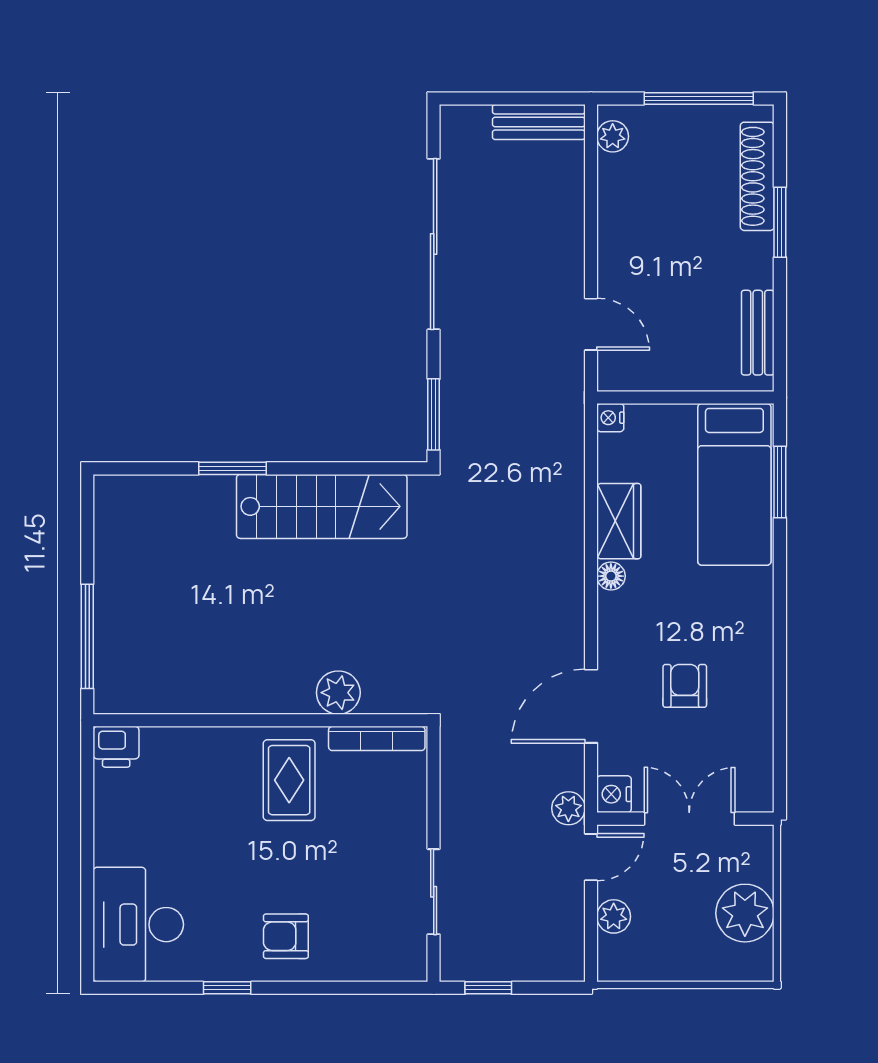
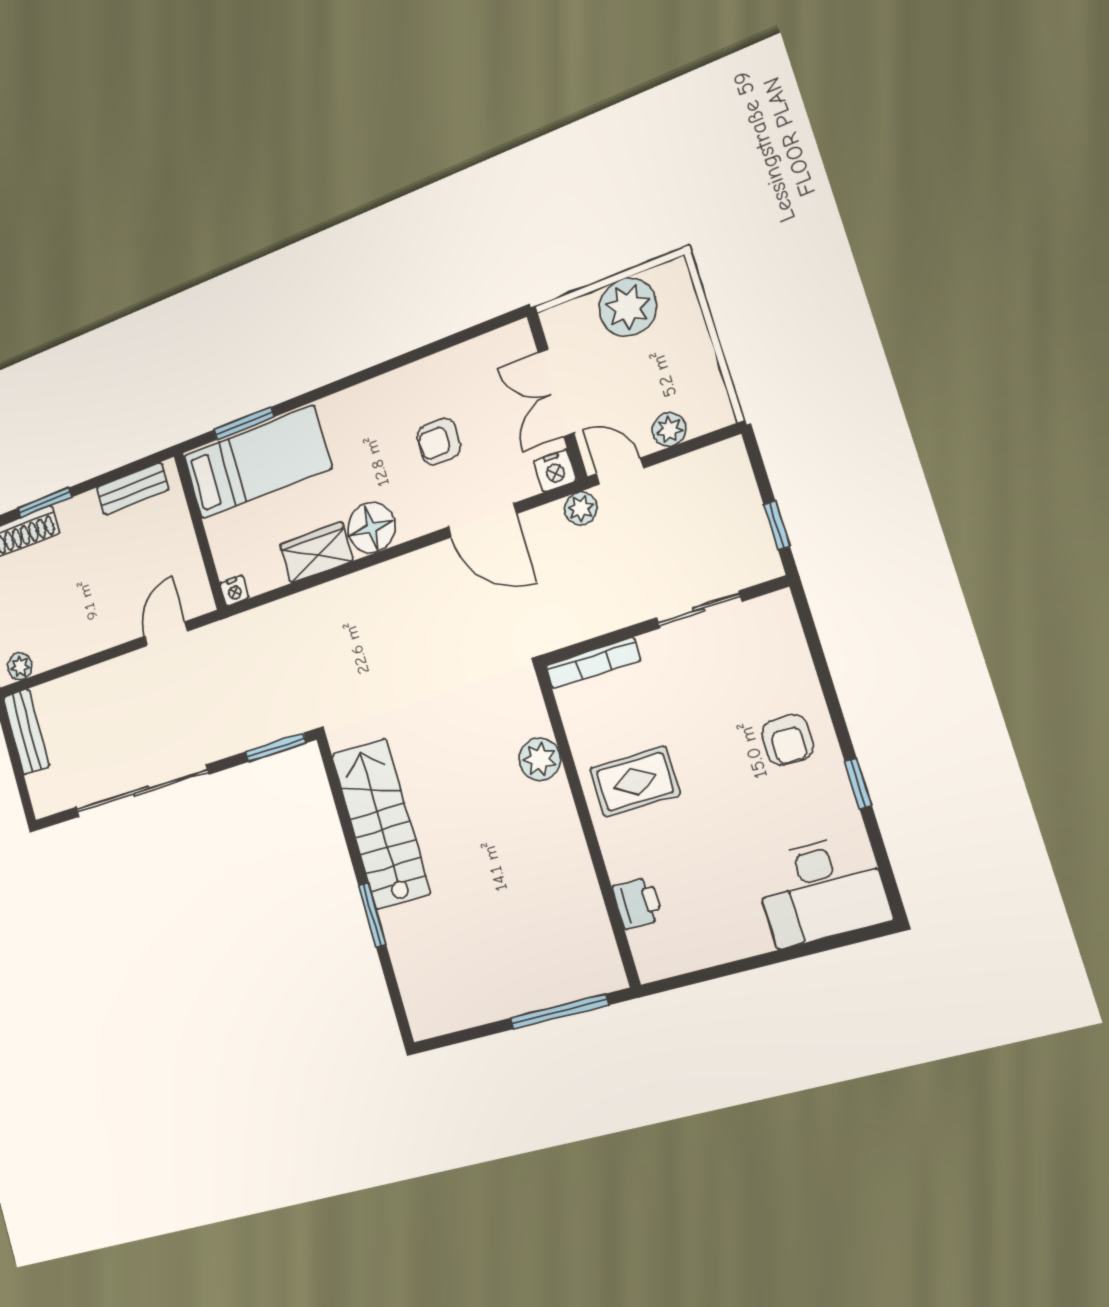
floor lamp: (611, 576) -> (371, 528), width x1.89, depth x1.89
bookcase: (377, 738) -> (593, 663), moved, turned 90
printer: (116, 747) -> (637, 903), moved

